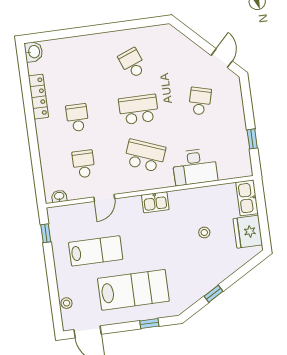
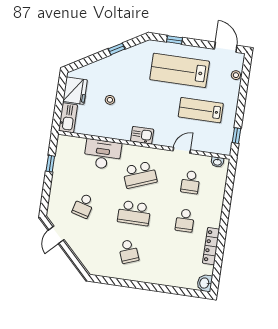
school desk: (145, 156) -> (140, 175), turned -42

